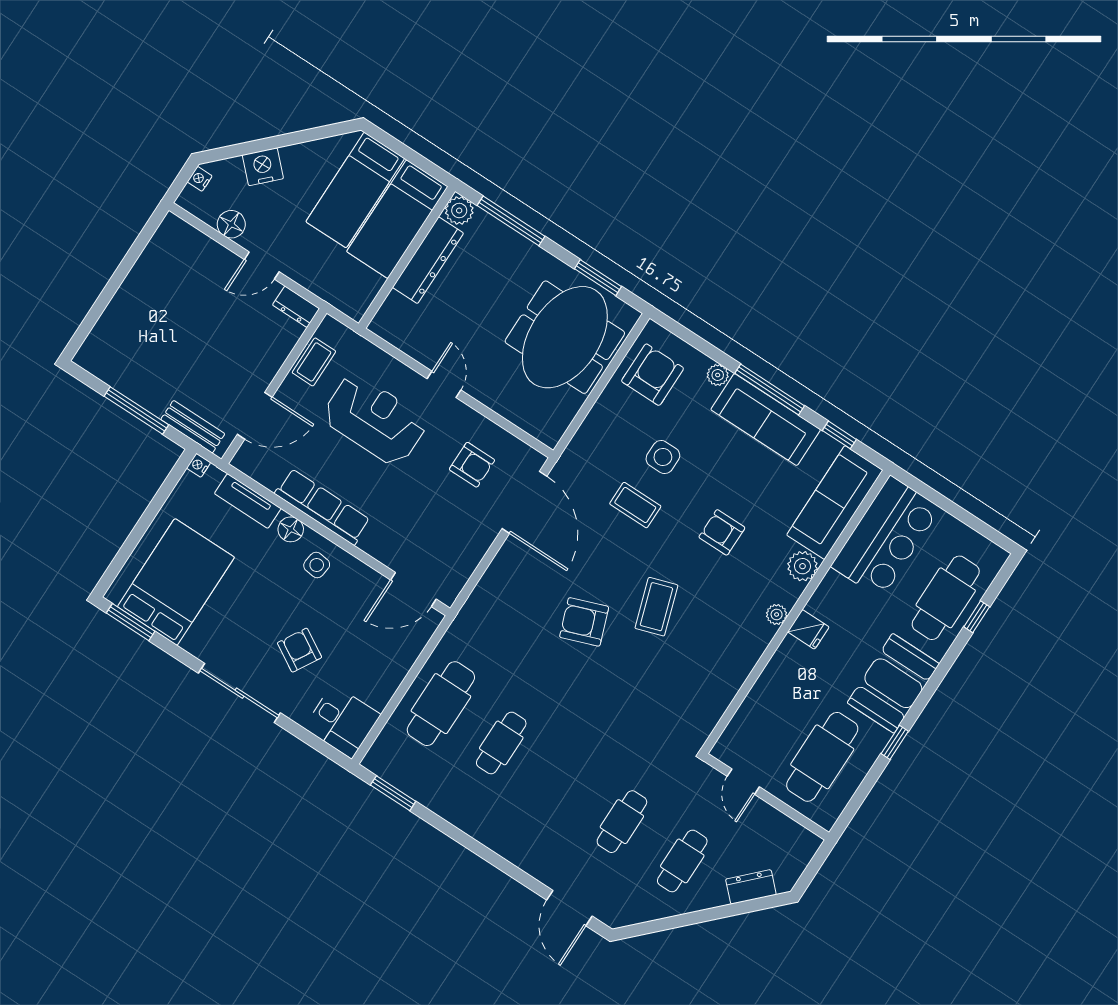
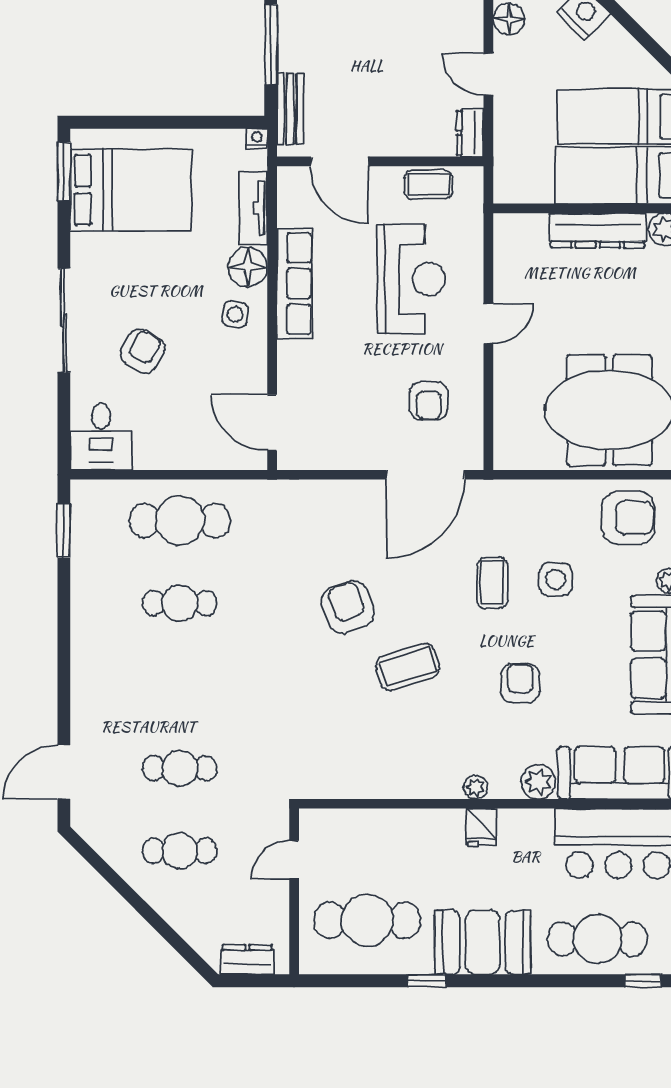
floor lamp: (291, 529) -> (248, 267), width x1.38, depth x1.38
window: (977, 617) -> (643, 981), moved
dresser: (751, 887) -> (247, 960), moved, turned -45

